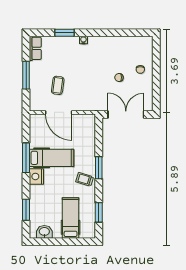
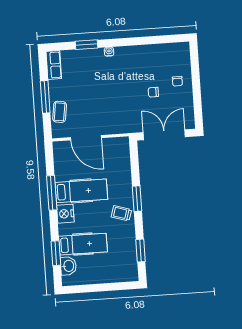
coffee table: (58, 85) -> (60, 112), moved
hospital bed: (71, 218) -> (83, 244), moved, turned 90
washbasin: (44, 232) -> (68, 266), moved, turned 90

